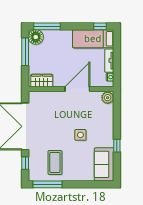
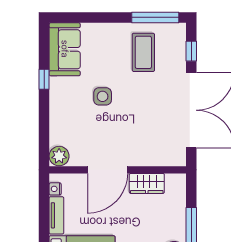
wardrobe: (42, 81) -> (147, 183), moved

